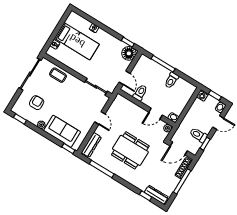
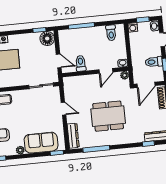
toilet: (171, 80) -> (111, 33), moved

